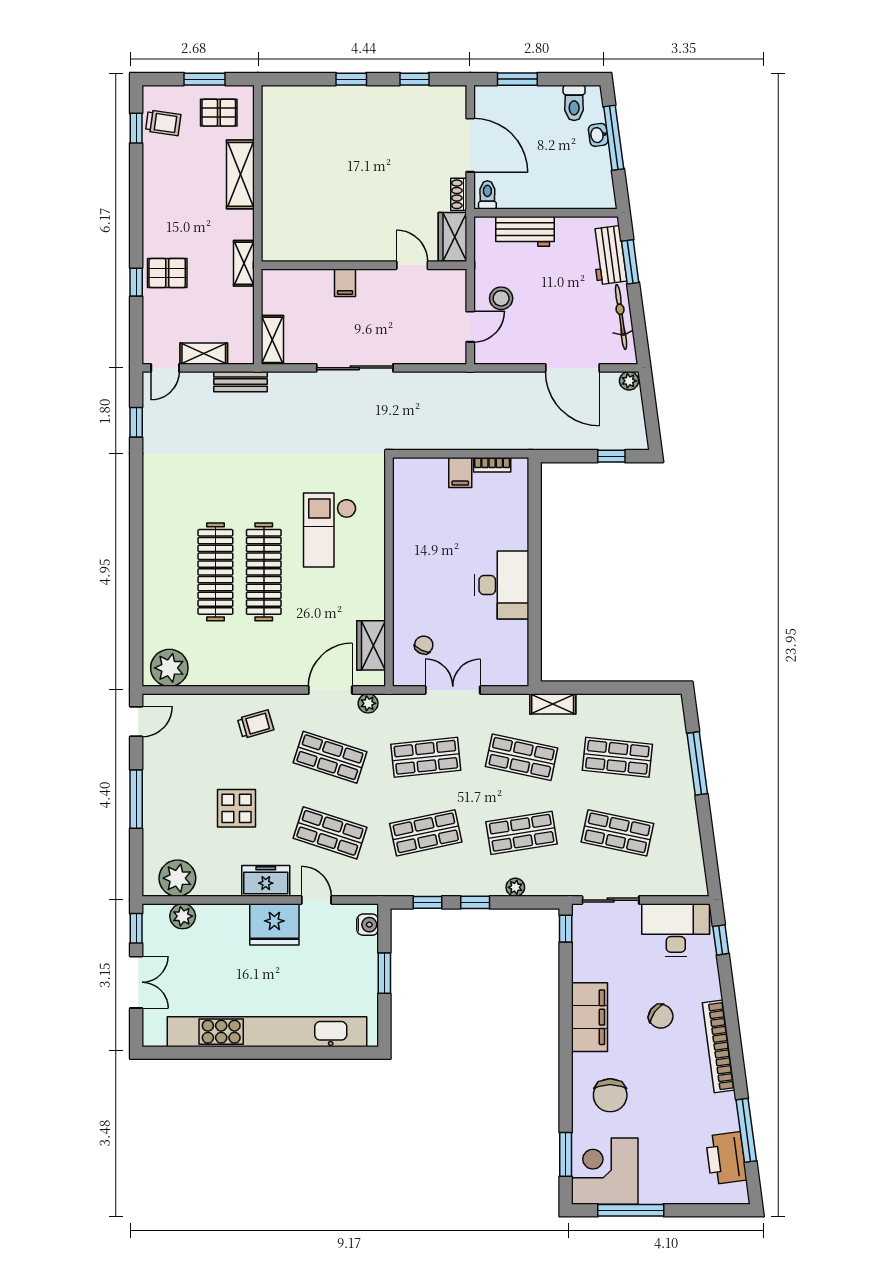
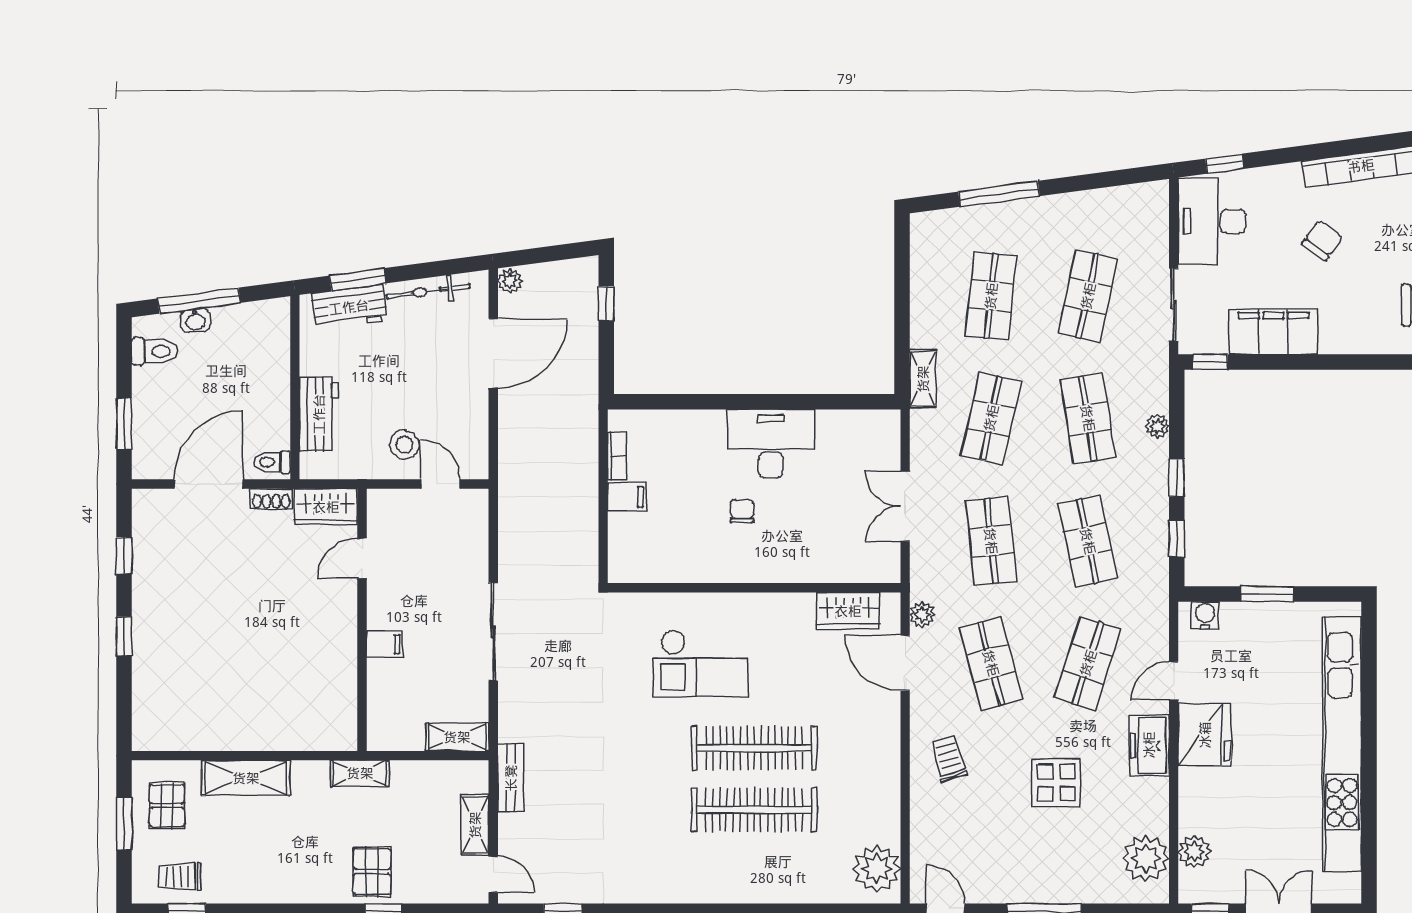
trolley: (163, 123) -> (180, 877), turned -98
chair: (424, 645) -> (742, 511), moved, turned 65
shop shelf: (330, 757) -> (991, 663), turned -33
filing cabinet: (589, 1017) -> (1273, 332), moved

